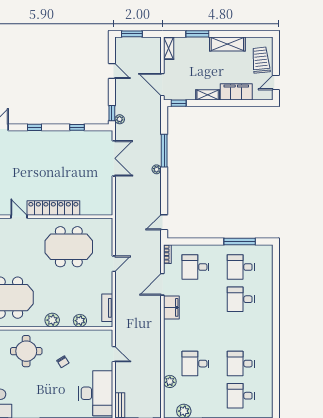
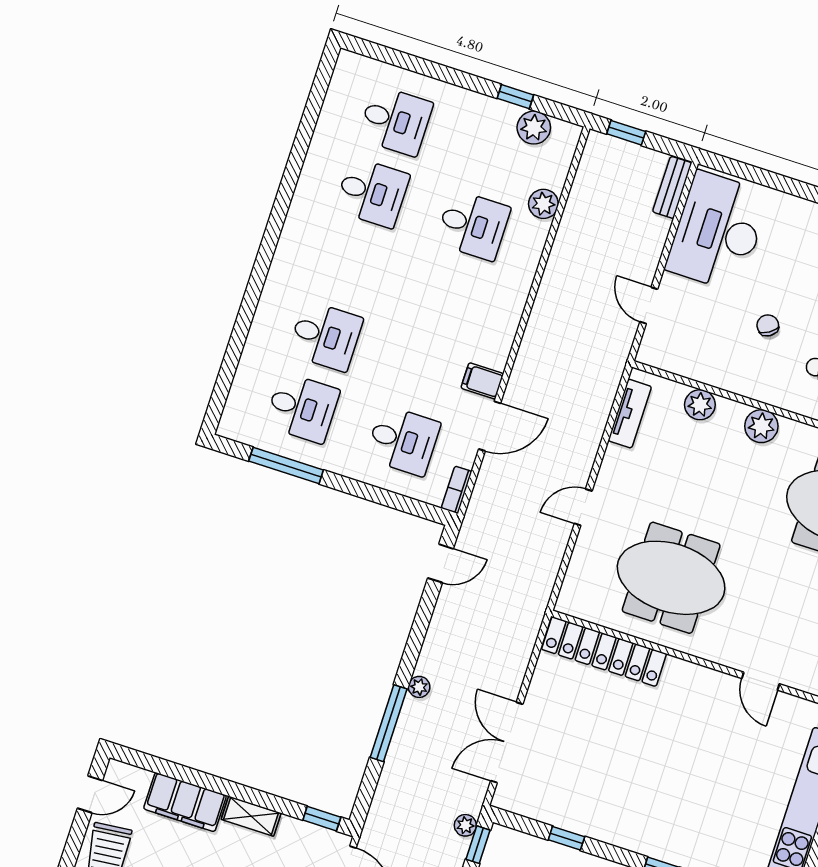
locker: (53, 208) -> (604, 652), moved
filing cabinet: (171, 307) -> (482, 381), width x0.50

